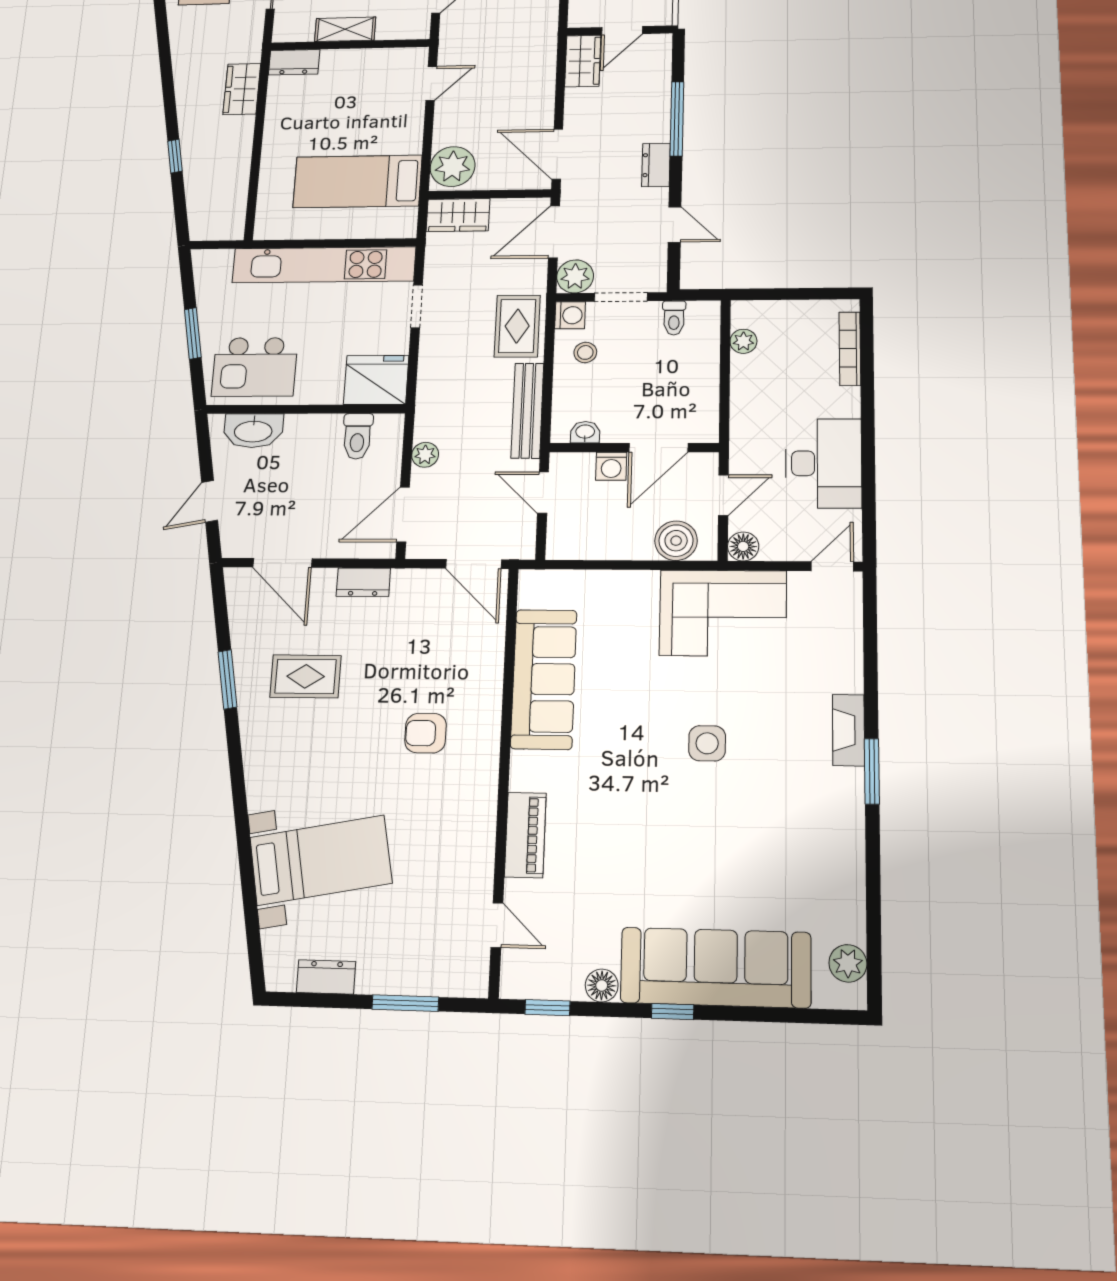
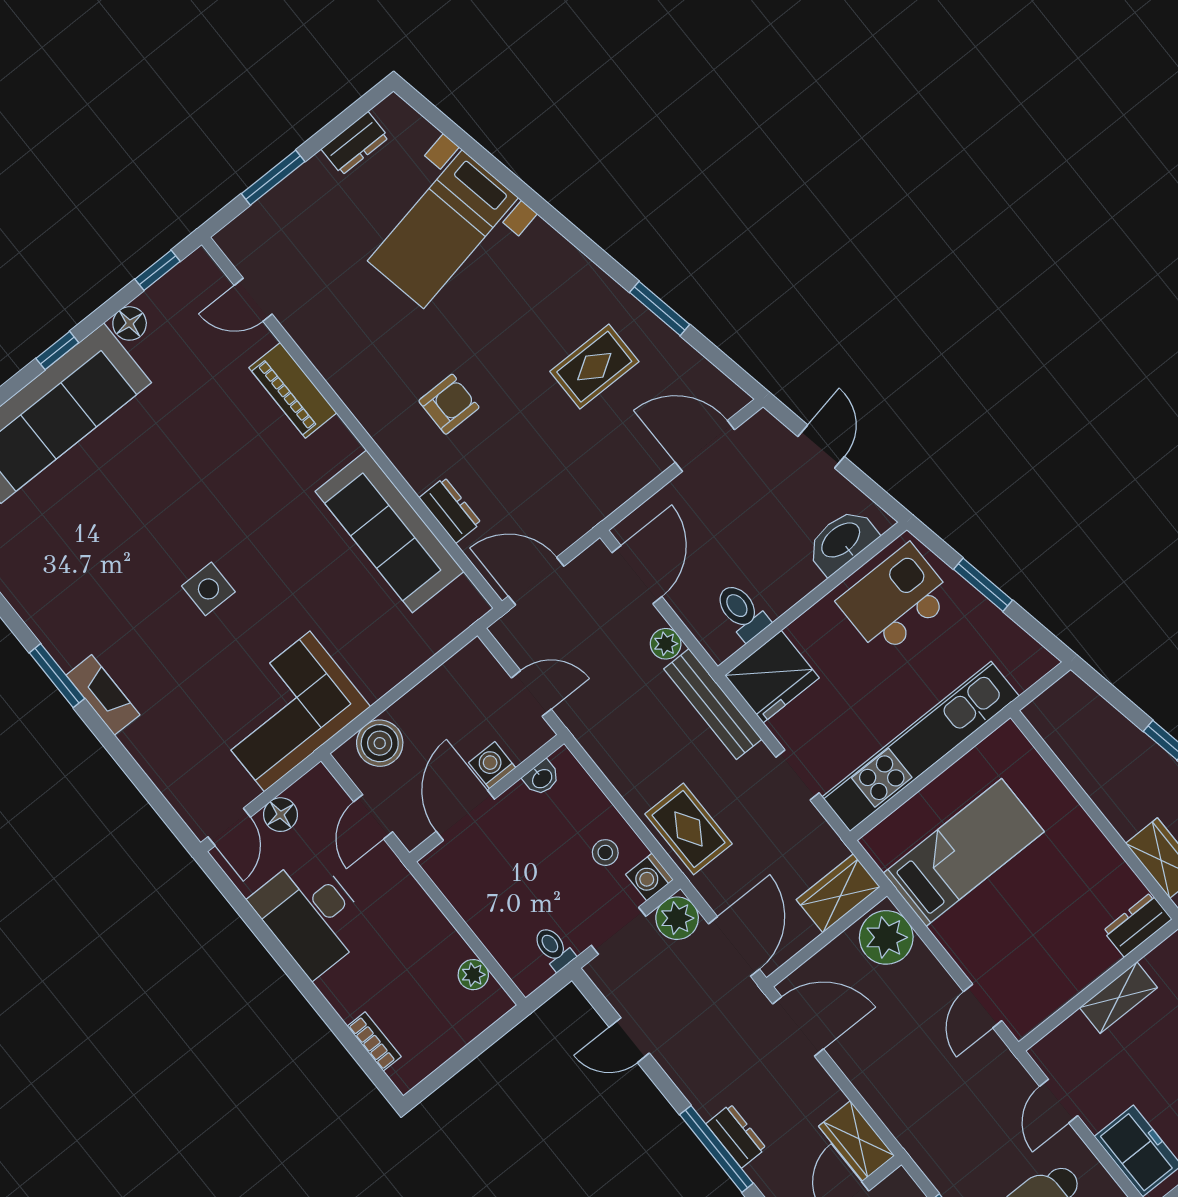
dresser: (656, 165) -> (736, 1136), moved
bookcase: (850, 349) -> (374, 1041), width x0.64
bench: (527, 411) -> (713, 704), moved
floor lamp: (743, 546) -> (281, 815), moved
dresser: (363, 582) -> (450, 510), moved, turned 90

